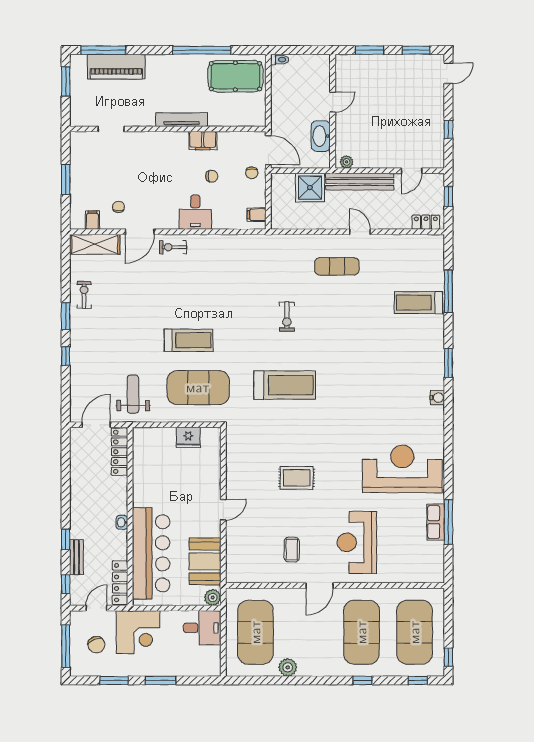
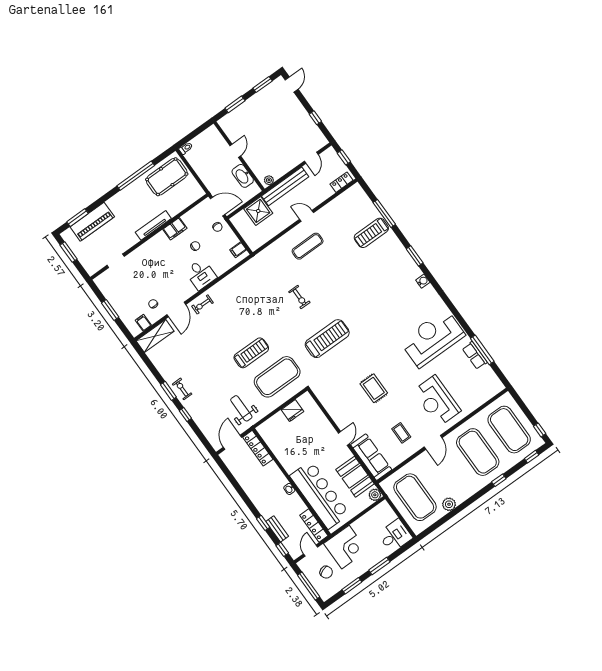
window: (103, 50) -> (77, 218), width x0.69
exercise bike: (84, 295) -> (182, 389), moved
rug: (297, 478) -> (374, 388), turned 90
sofa: (239, 553) -> (371, 457), added
desk: (202, 628) -> (395, 536), moved

